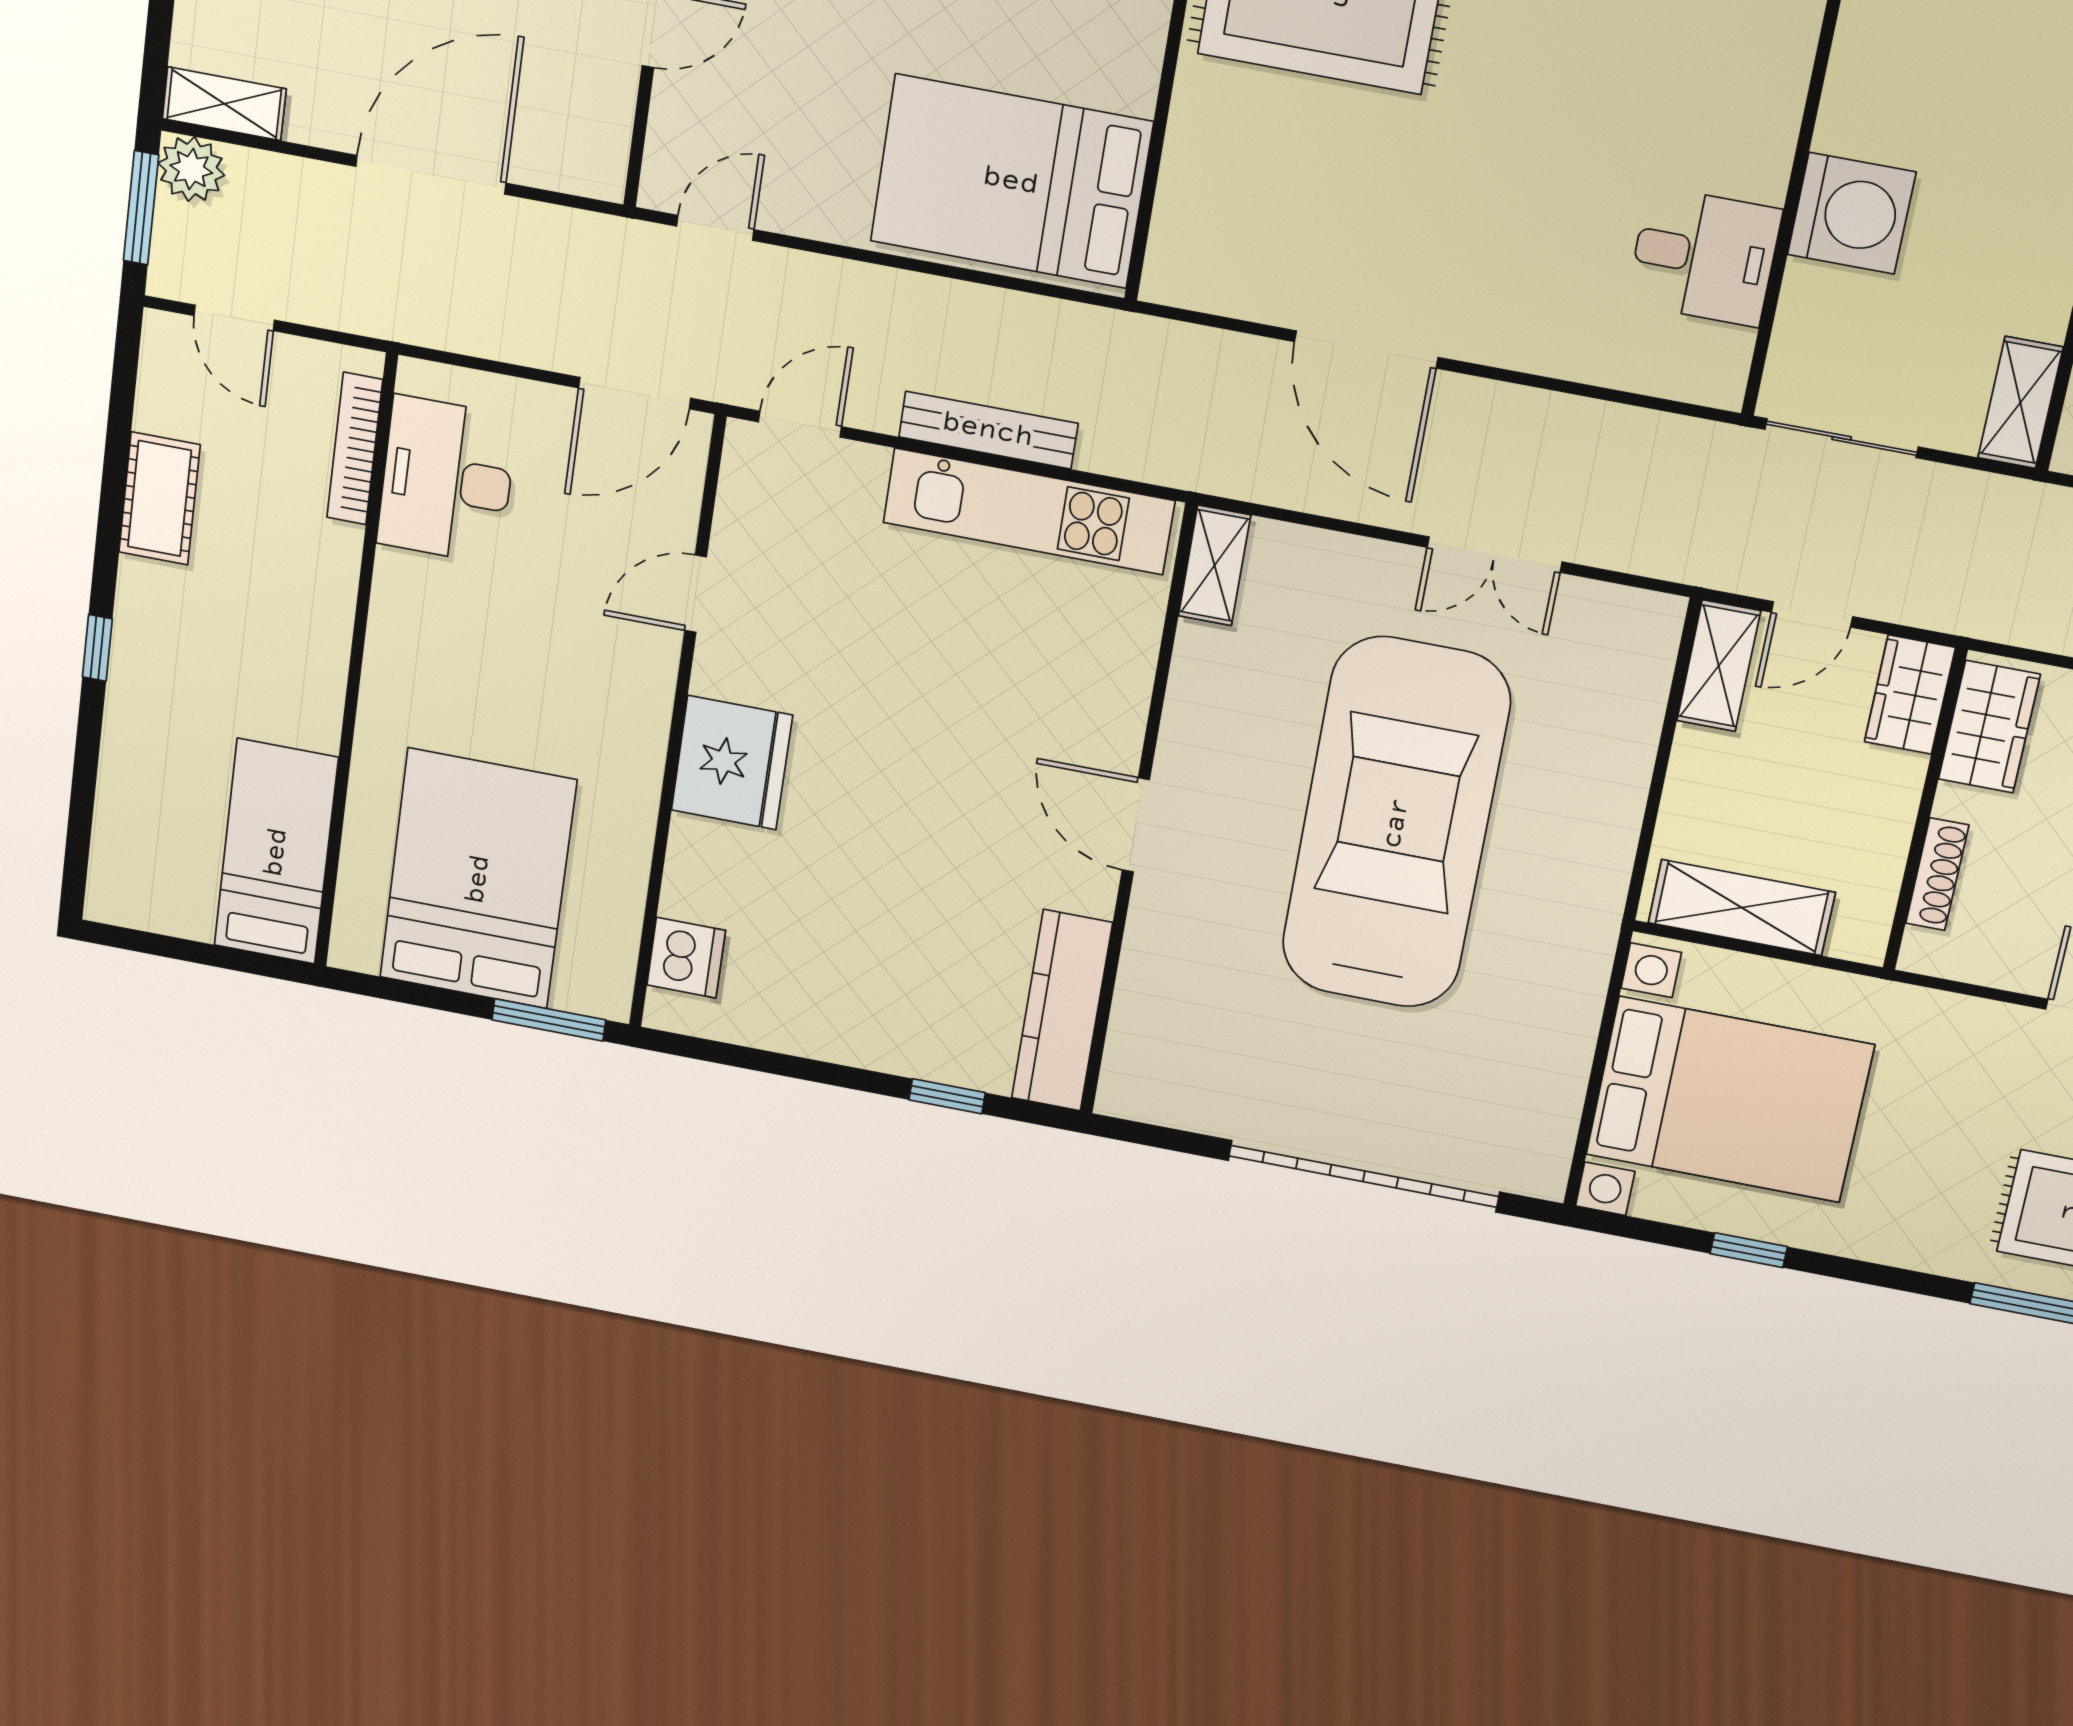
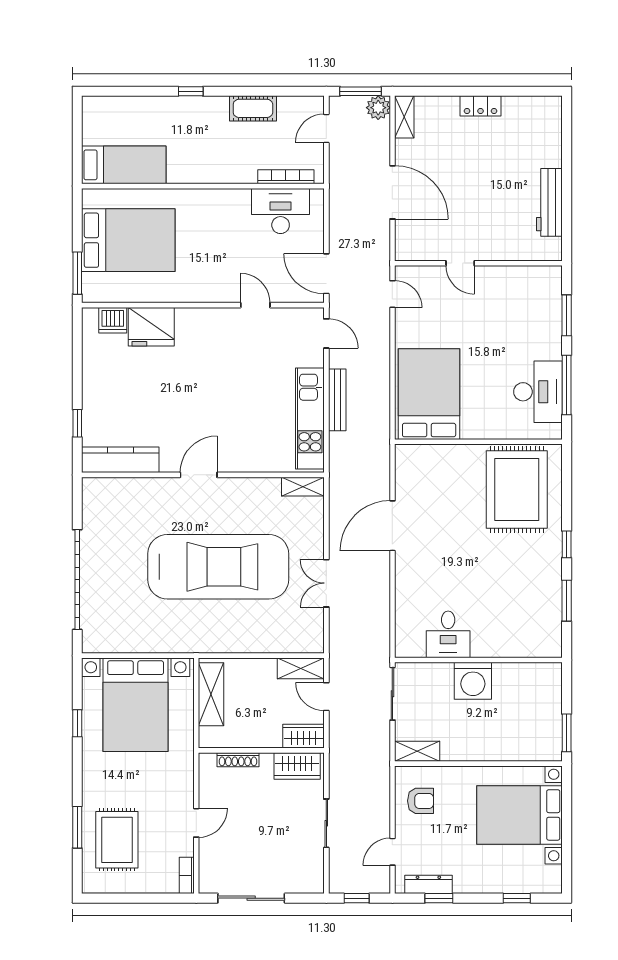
fridge: (732, 763) -> (151, 327), moved

